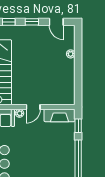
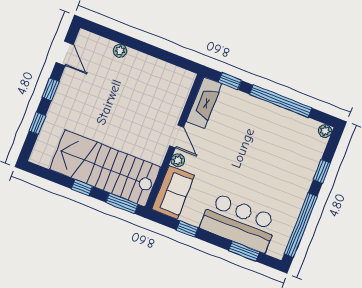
door: (56, 22) -> (65, 53), hinge flipped

